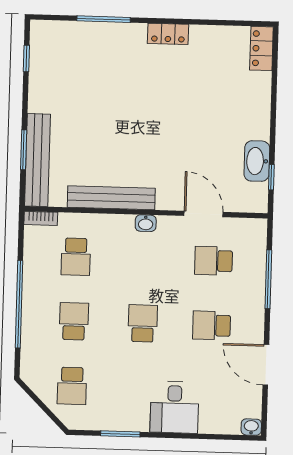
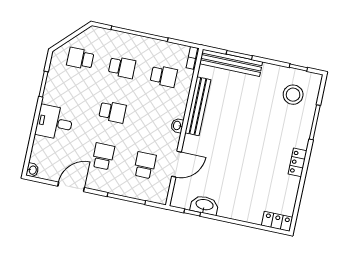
stool: (68, 59) -> (293, 95), added
school desk: (76, 257) -> (164, 76), turned 180

